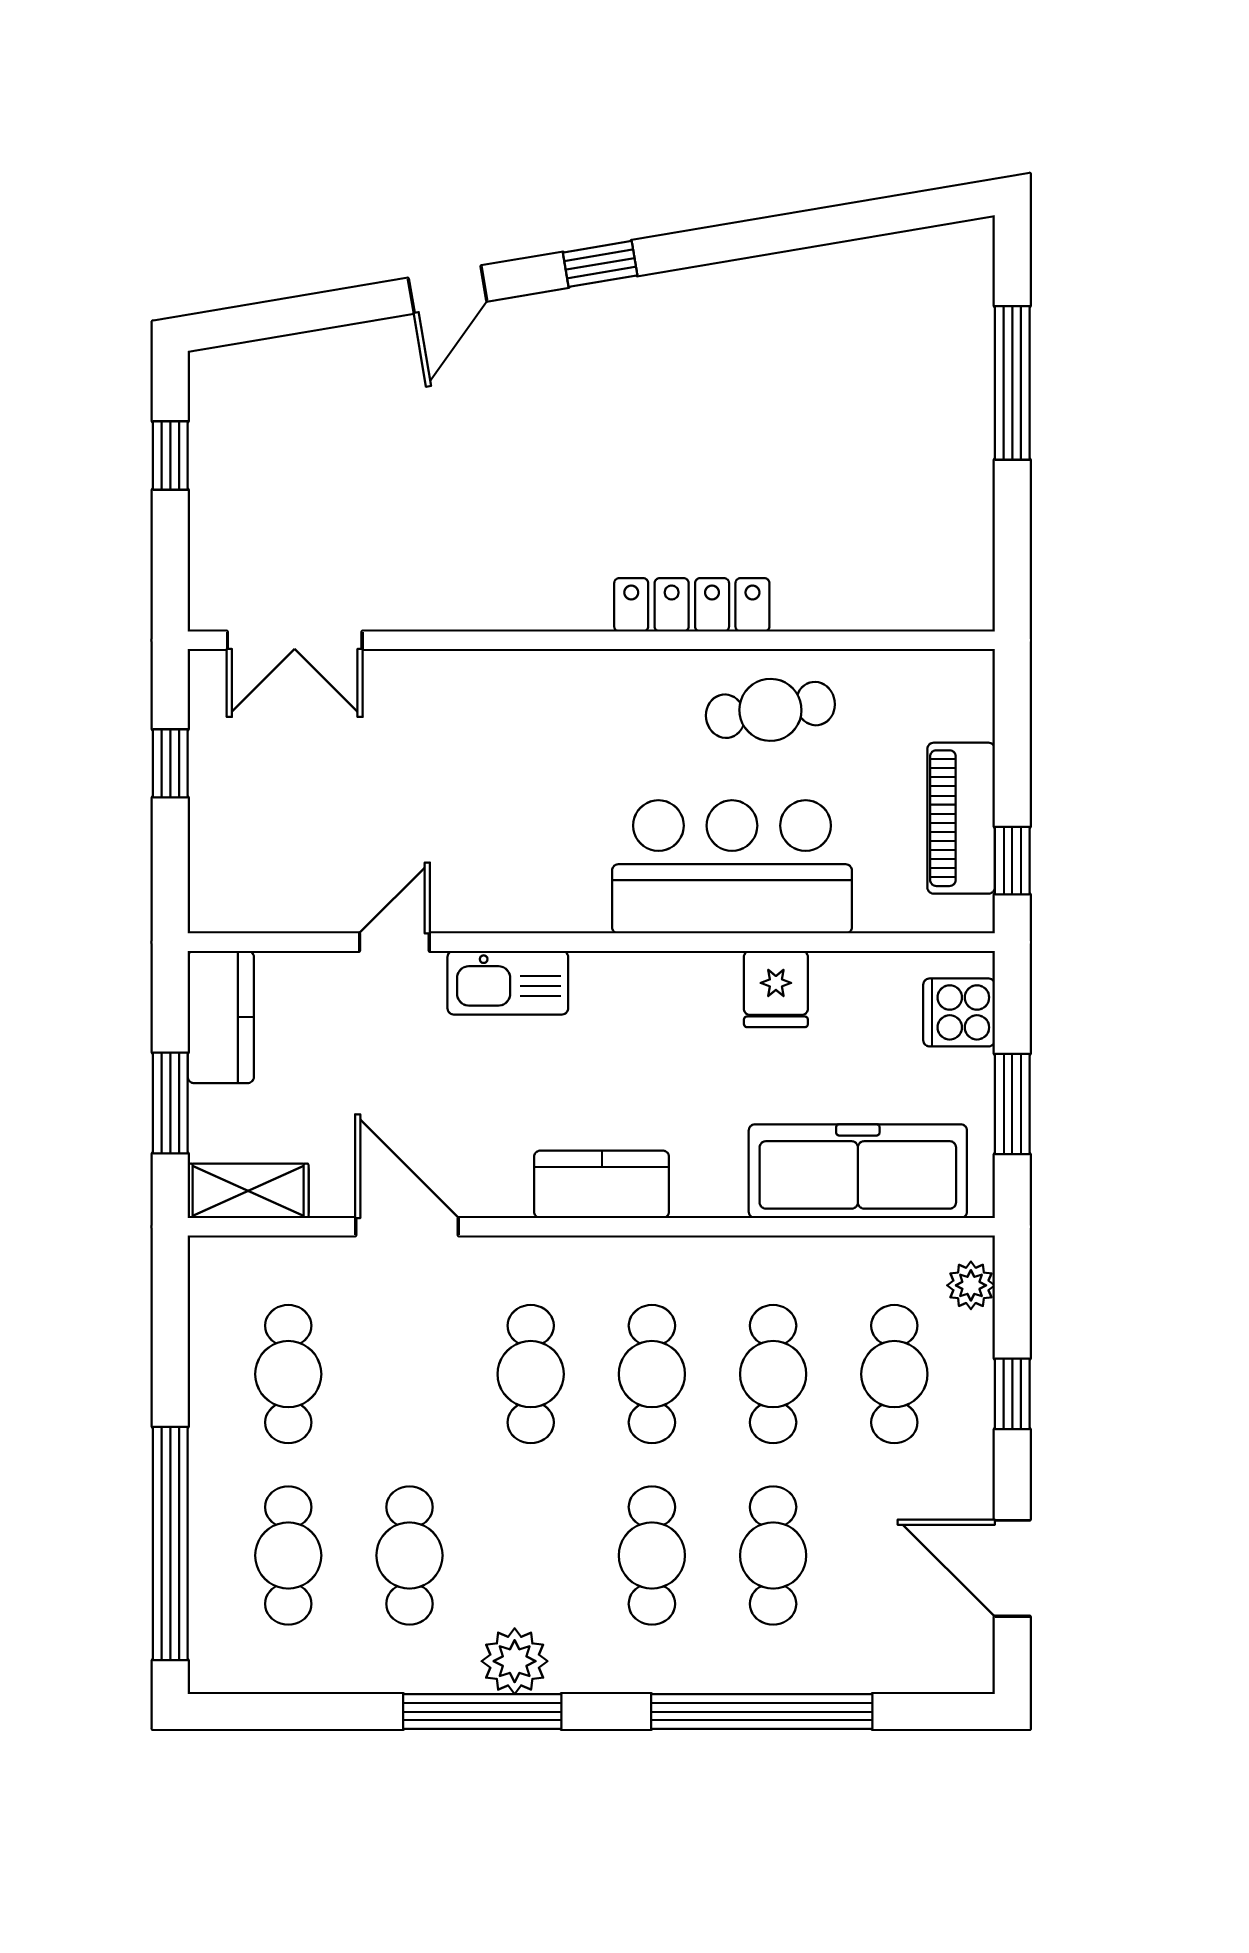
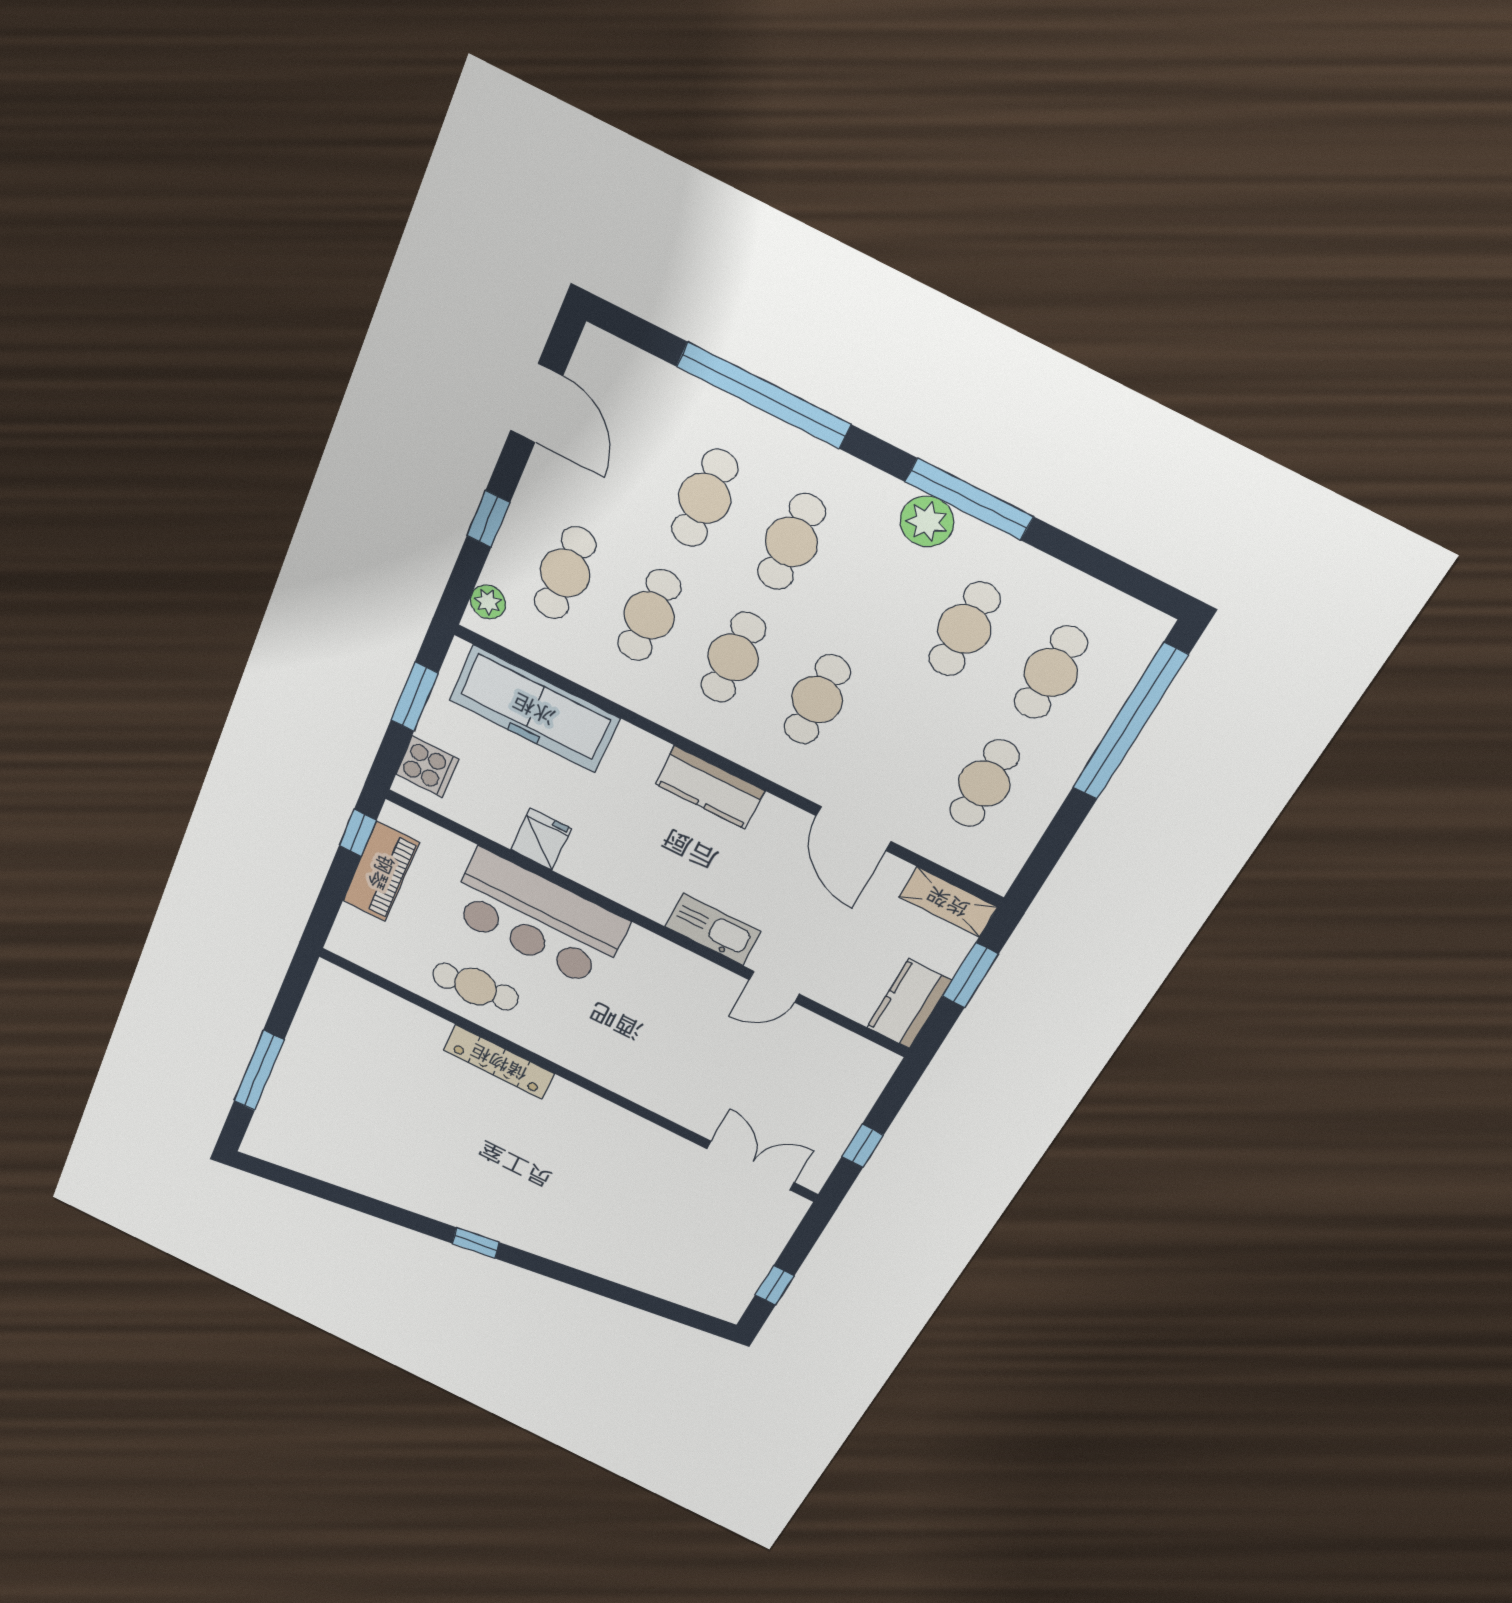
door: (448, 290) -> (570, 1276), removed

